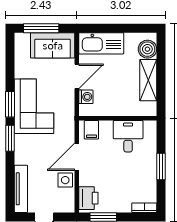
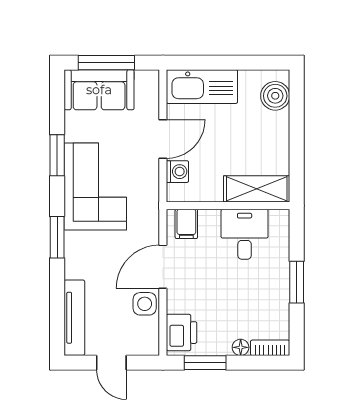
sofa: (53, 45) -> (99, 90), moved
shelving: (148, 80) -> (257, 189), moved, turned 90
window: (10, 104) -> (57, 155), moved
floor lamp: (126, 208) -> (241, 347), added

